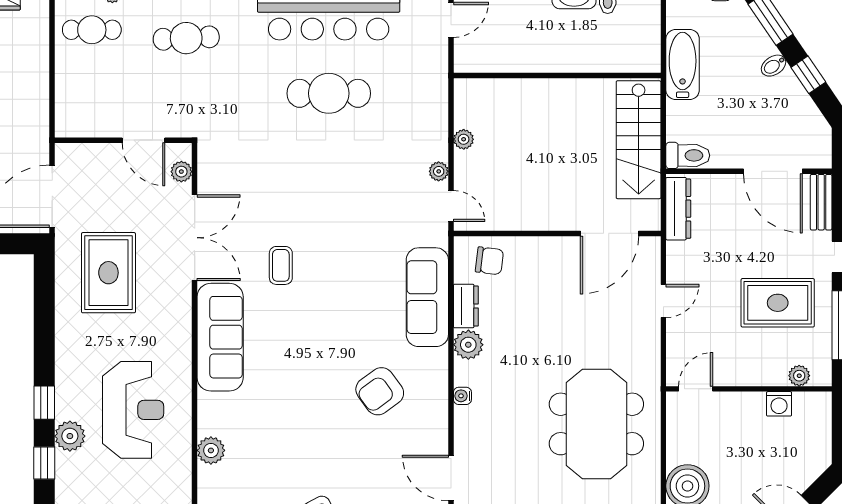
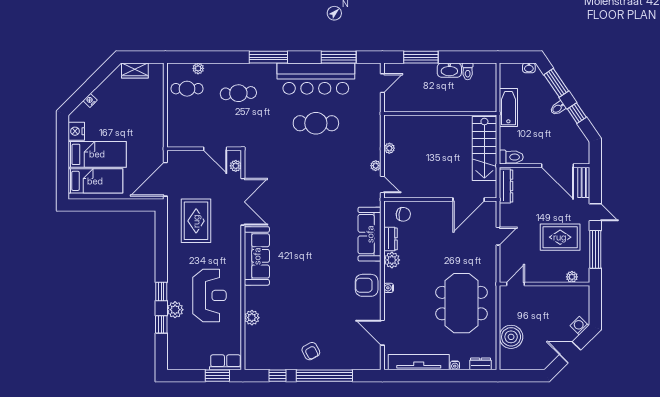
coffee table: (281, 265) -> (290, 217), removed
armchair: (380, 391) -> (367, 285), moved, turned 36
washing machine: (779, 404) -> (579, 326), moved, turned 135

